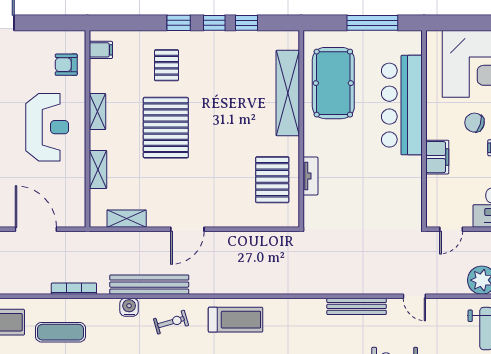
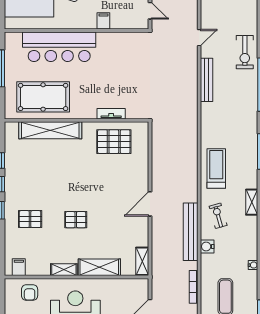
pallet: (166, 128) -> (76, 220), width x0.49, depth x0.50
filing cabinet: (437, 157) -> (103, 21), width x0.50
shelving: (98, 170) -> (99, 267), width x1.50, depth x1.33
shelving: (127, 219) -> (142, 261), moved
door: (187, 229) -> (150, 204), swing flipped

